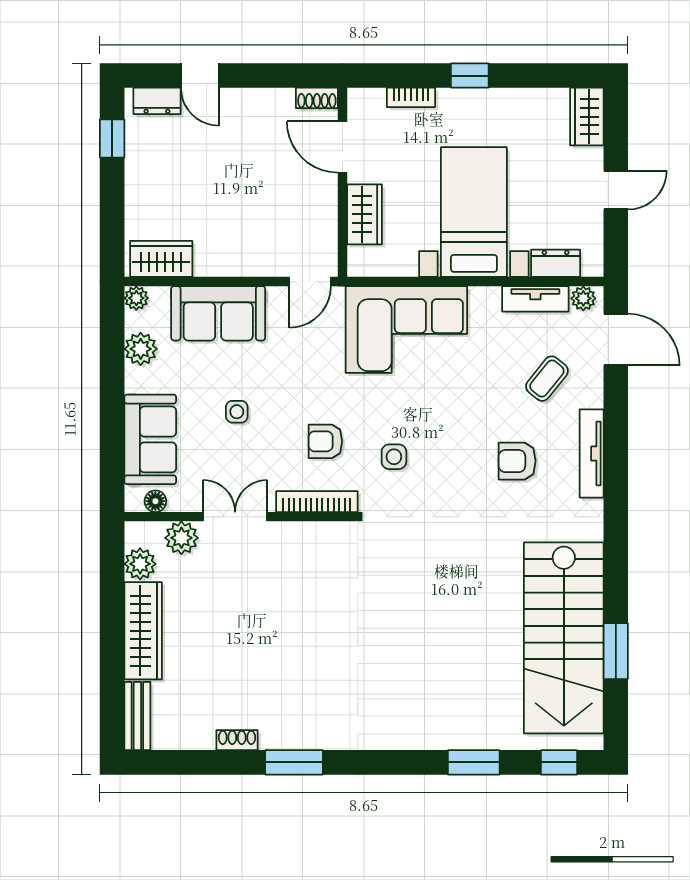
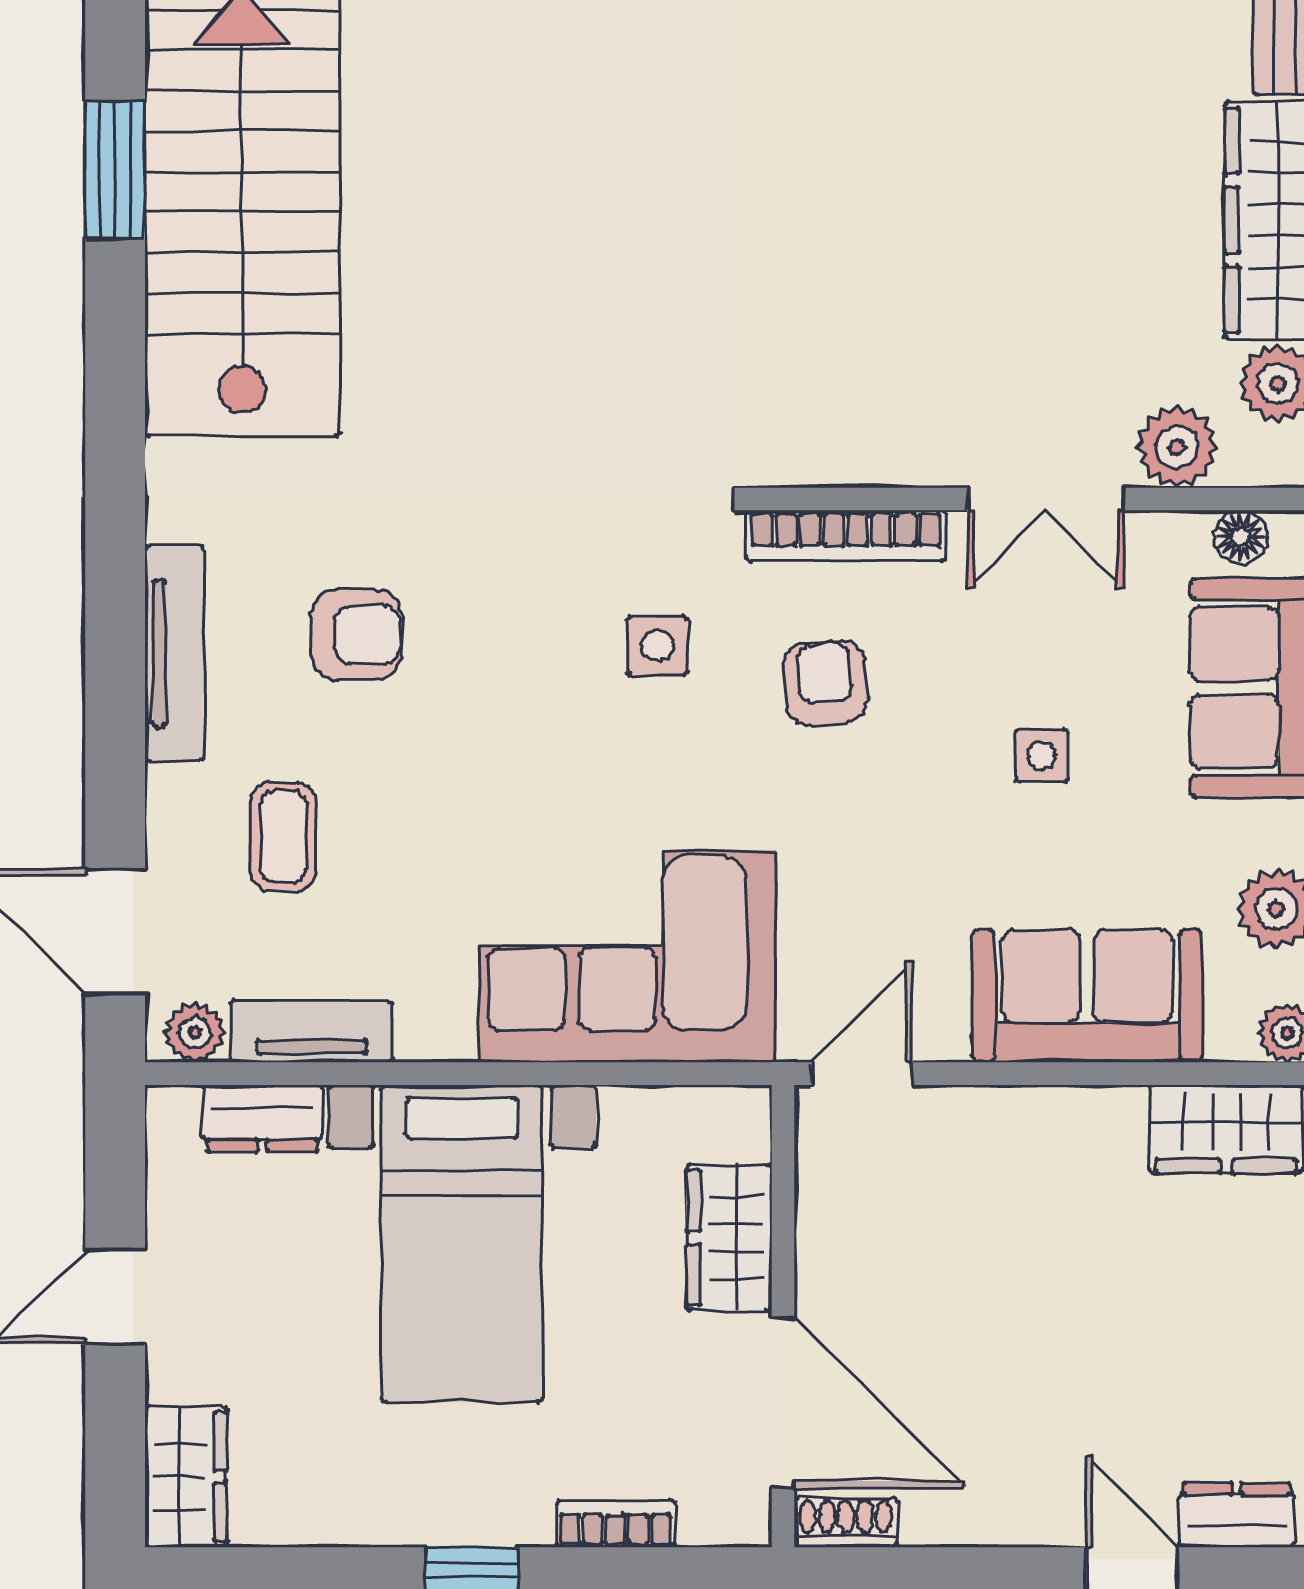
door: (343, 147) -> (783, 1403), width x1.36
coffee table: (547, 379) -> (283, 836), turned -39
armchair: (325, 441) -> (825, 683), turned -95

